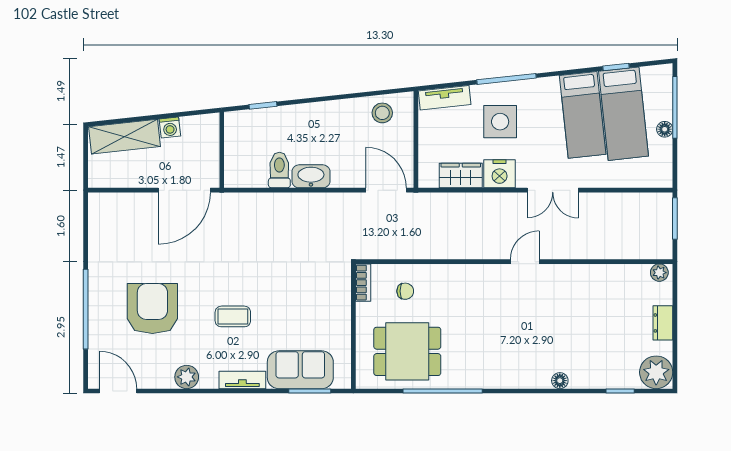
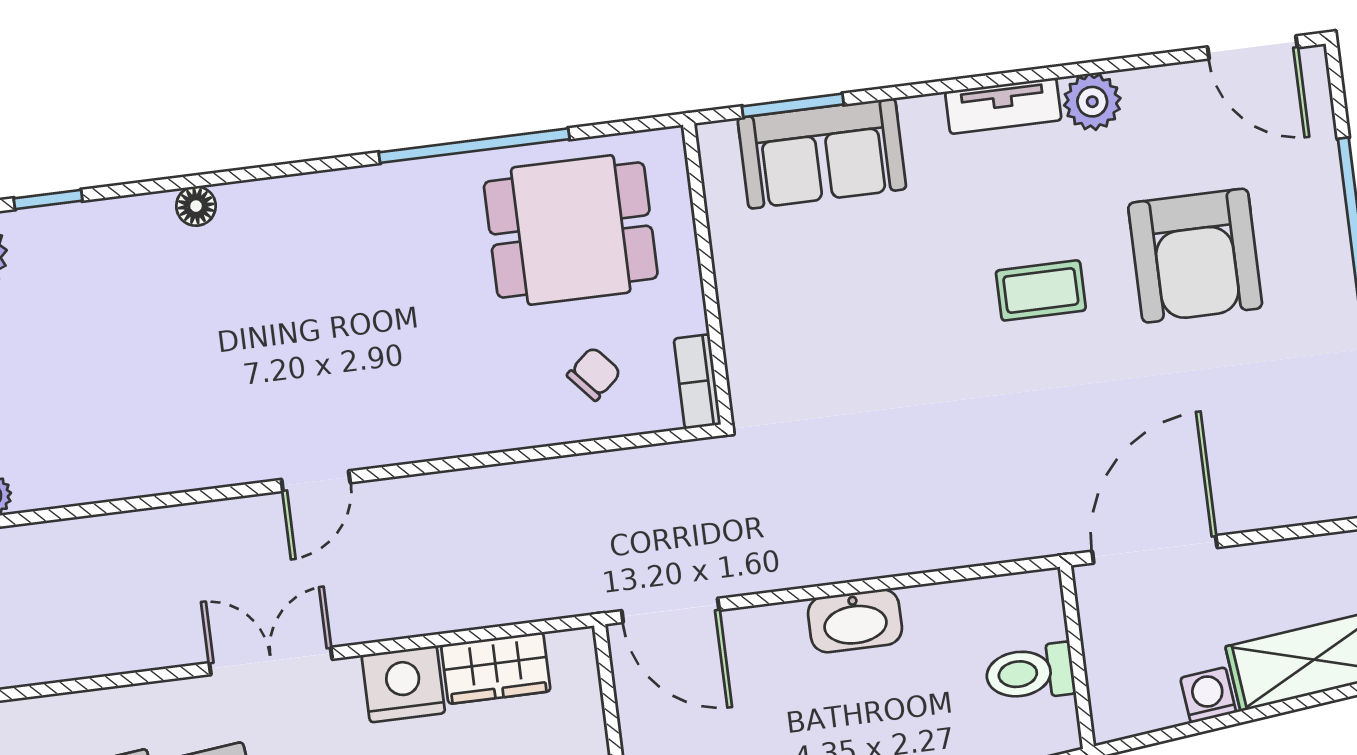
toilet: (279, 170) -> (1030, 673), moved, turned 90
chair: (405, 291) -> (594, 374), turned 139
coffee table: (233, 316) -> (1041, 290), moved
tv unit: (242, 380) -> (1003, 106), moved

